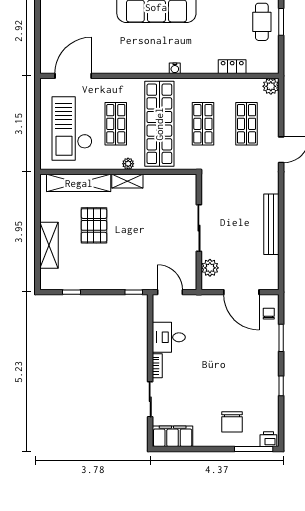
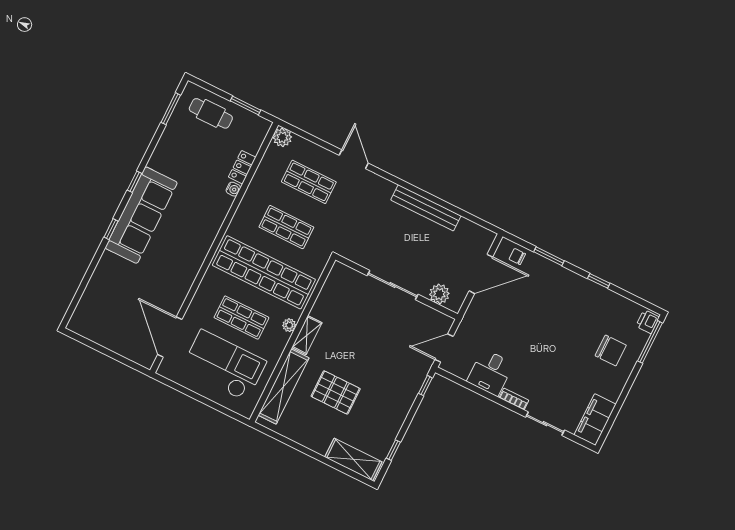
window: (281, 22) -> (246, 106), moved
water cooler: (175, 68) -> (233, 189), moved
checkout: (72, 129) -> (224, 365), turned 180
shelving: (49, 245) -> (353, 459), moved

